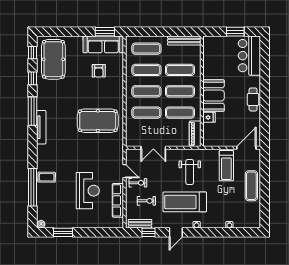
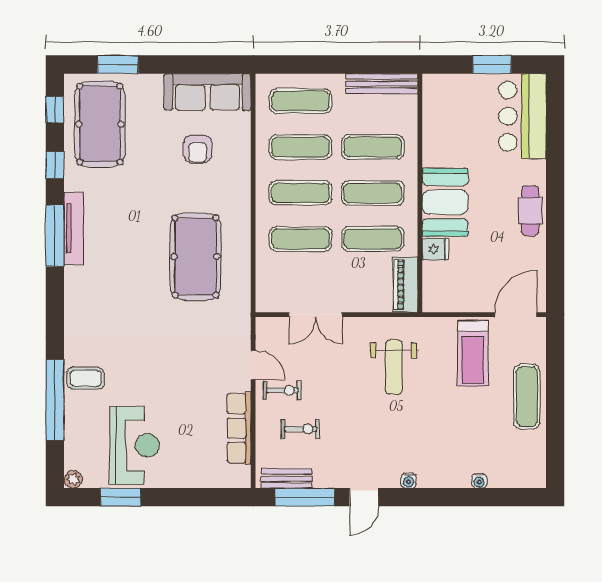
window: (105, 32) -> (118, 65), moved
pool table: (98, 121) -> (196, 256), turned 90
tv unit: (41, 127) -> (74, 228), moved
reception desk: (88, 191) -> (134, 445), moved
treadmill: (185, 202) -> (383, 431), removed
window: (148, 232) -> (305, 497), width x2.17

